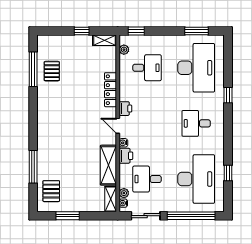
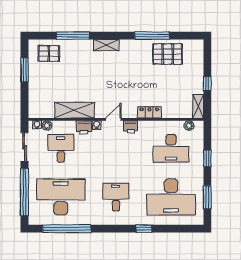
window: (136, 31) -> (207, 158), moved
desk: (147, 68) -> (171, 148), width x1.37
window: (33, 69) -> (152, 36), moved
pallet: (52, 71) -> (168, 54), width x1.50, depth x1.42
locker: (111, 90) -> (149, 112), width x0.66
window: (228, 173) -> (67, 229), width x3.17
desk: (196, 179) -> (61, 197), turned 180
shelving: (111, 199) -> (106, 45), moved

